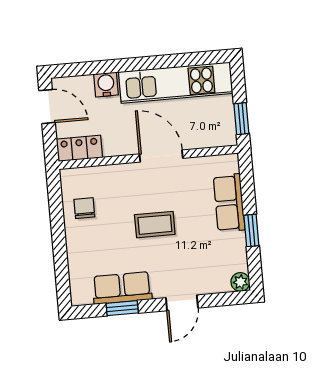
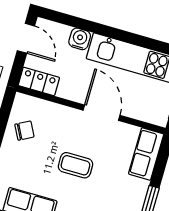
row of seats: (229, 203) -> (146, 154), moved
chair: (84, 208) -> (24, 131), turned 62

